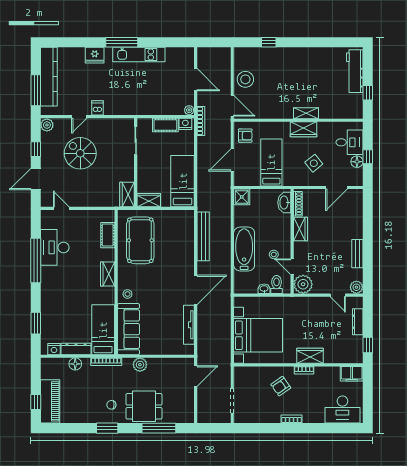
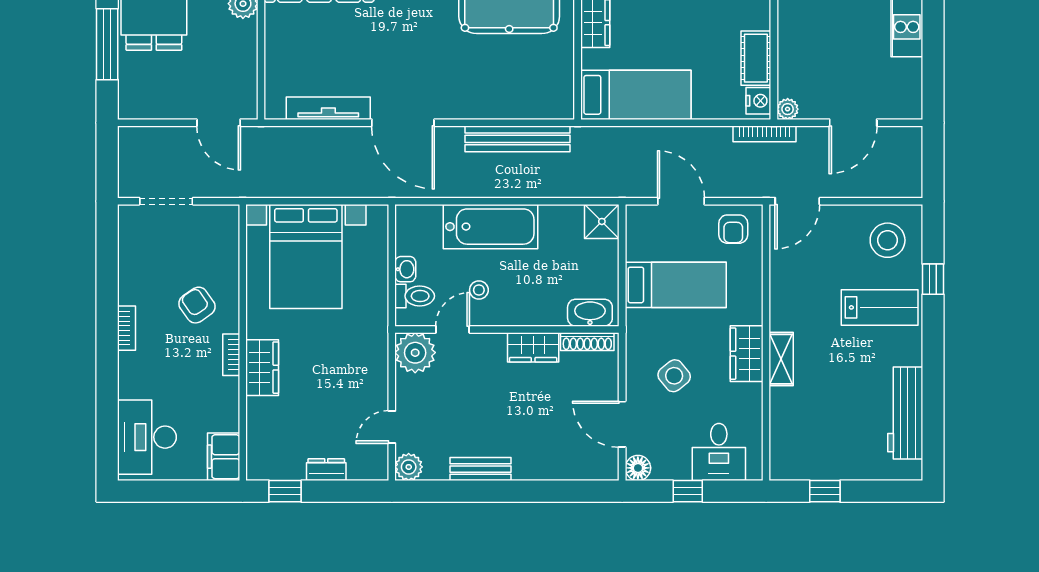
lab bench: (282, 67) -> (880, 307), added
workbench: (355, 71) -> (905, 413), moved, turned -90
stool: (245, 79) -> (888, 240), moved
floor lamp: (357, 162) -> (638, 468), moved
dresser: (358, 322) -> (326, 470), width x0.70

